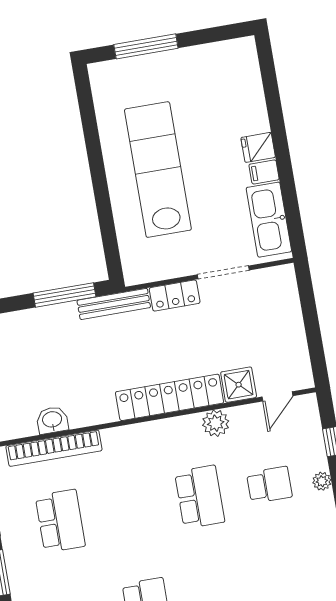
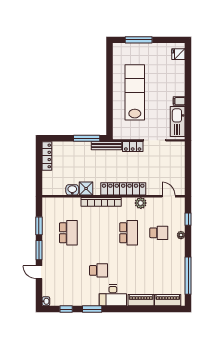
fridge: (258, 147) -> (178, 54), moved
shower: (239, 385) -> (86, 189), moved
door: (277, 396) -> (169, 196), swing flipped
bookcase: (54, 448) -> (101, 202), moved

